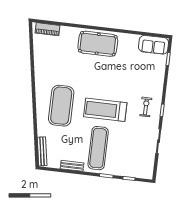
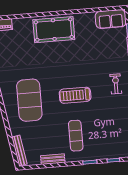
treadmill: (105, 110) -> (75, 95), width x0.73, depth x0.73
exercise mat: (98, 148) -> (76, 136), width x0.73, depth x0.69

